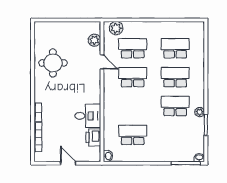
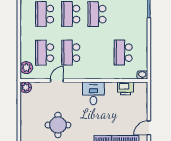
plant: (94, 40) -> (26, 87), moved
desk: (88, 116) -> (93, 93), moved
door: (68, 163) -> (149, 128), moved

